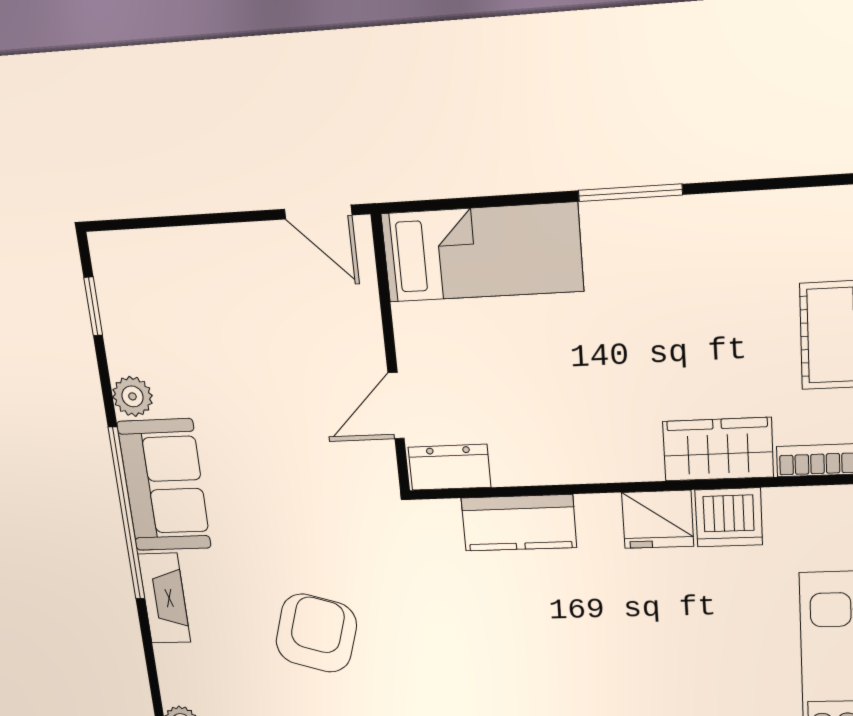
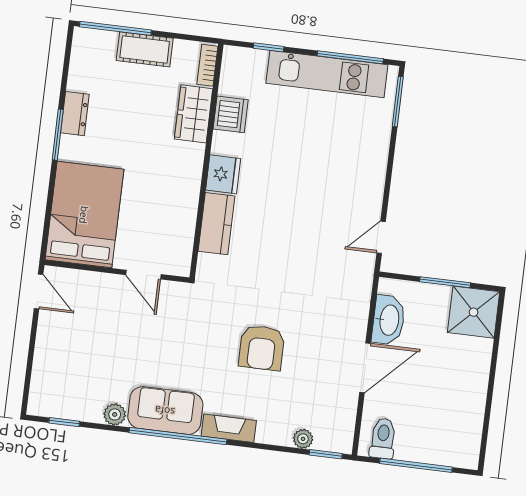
door: (318, 212) -> (39, 291), hinge flipped
bed: (482, 252) -> (84, 215), width x1.50
dresser: (450, 467) -> (75, 114), moved, turned 180
fridge: (658, 519) -> (223, 174), moved
armchair: (316, 633) -> (262, 348), turned -107

